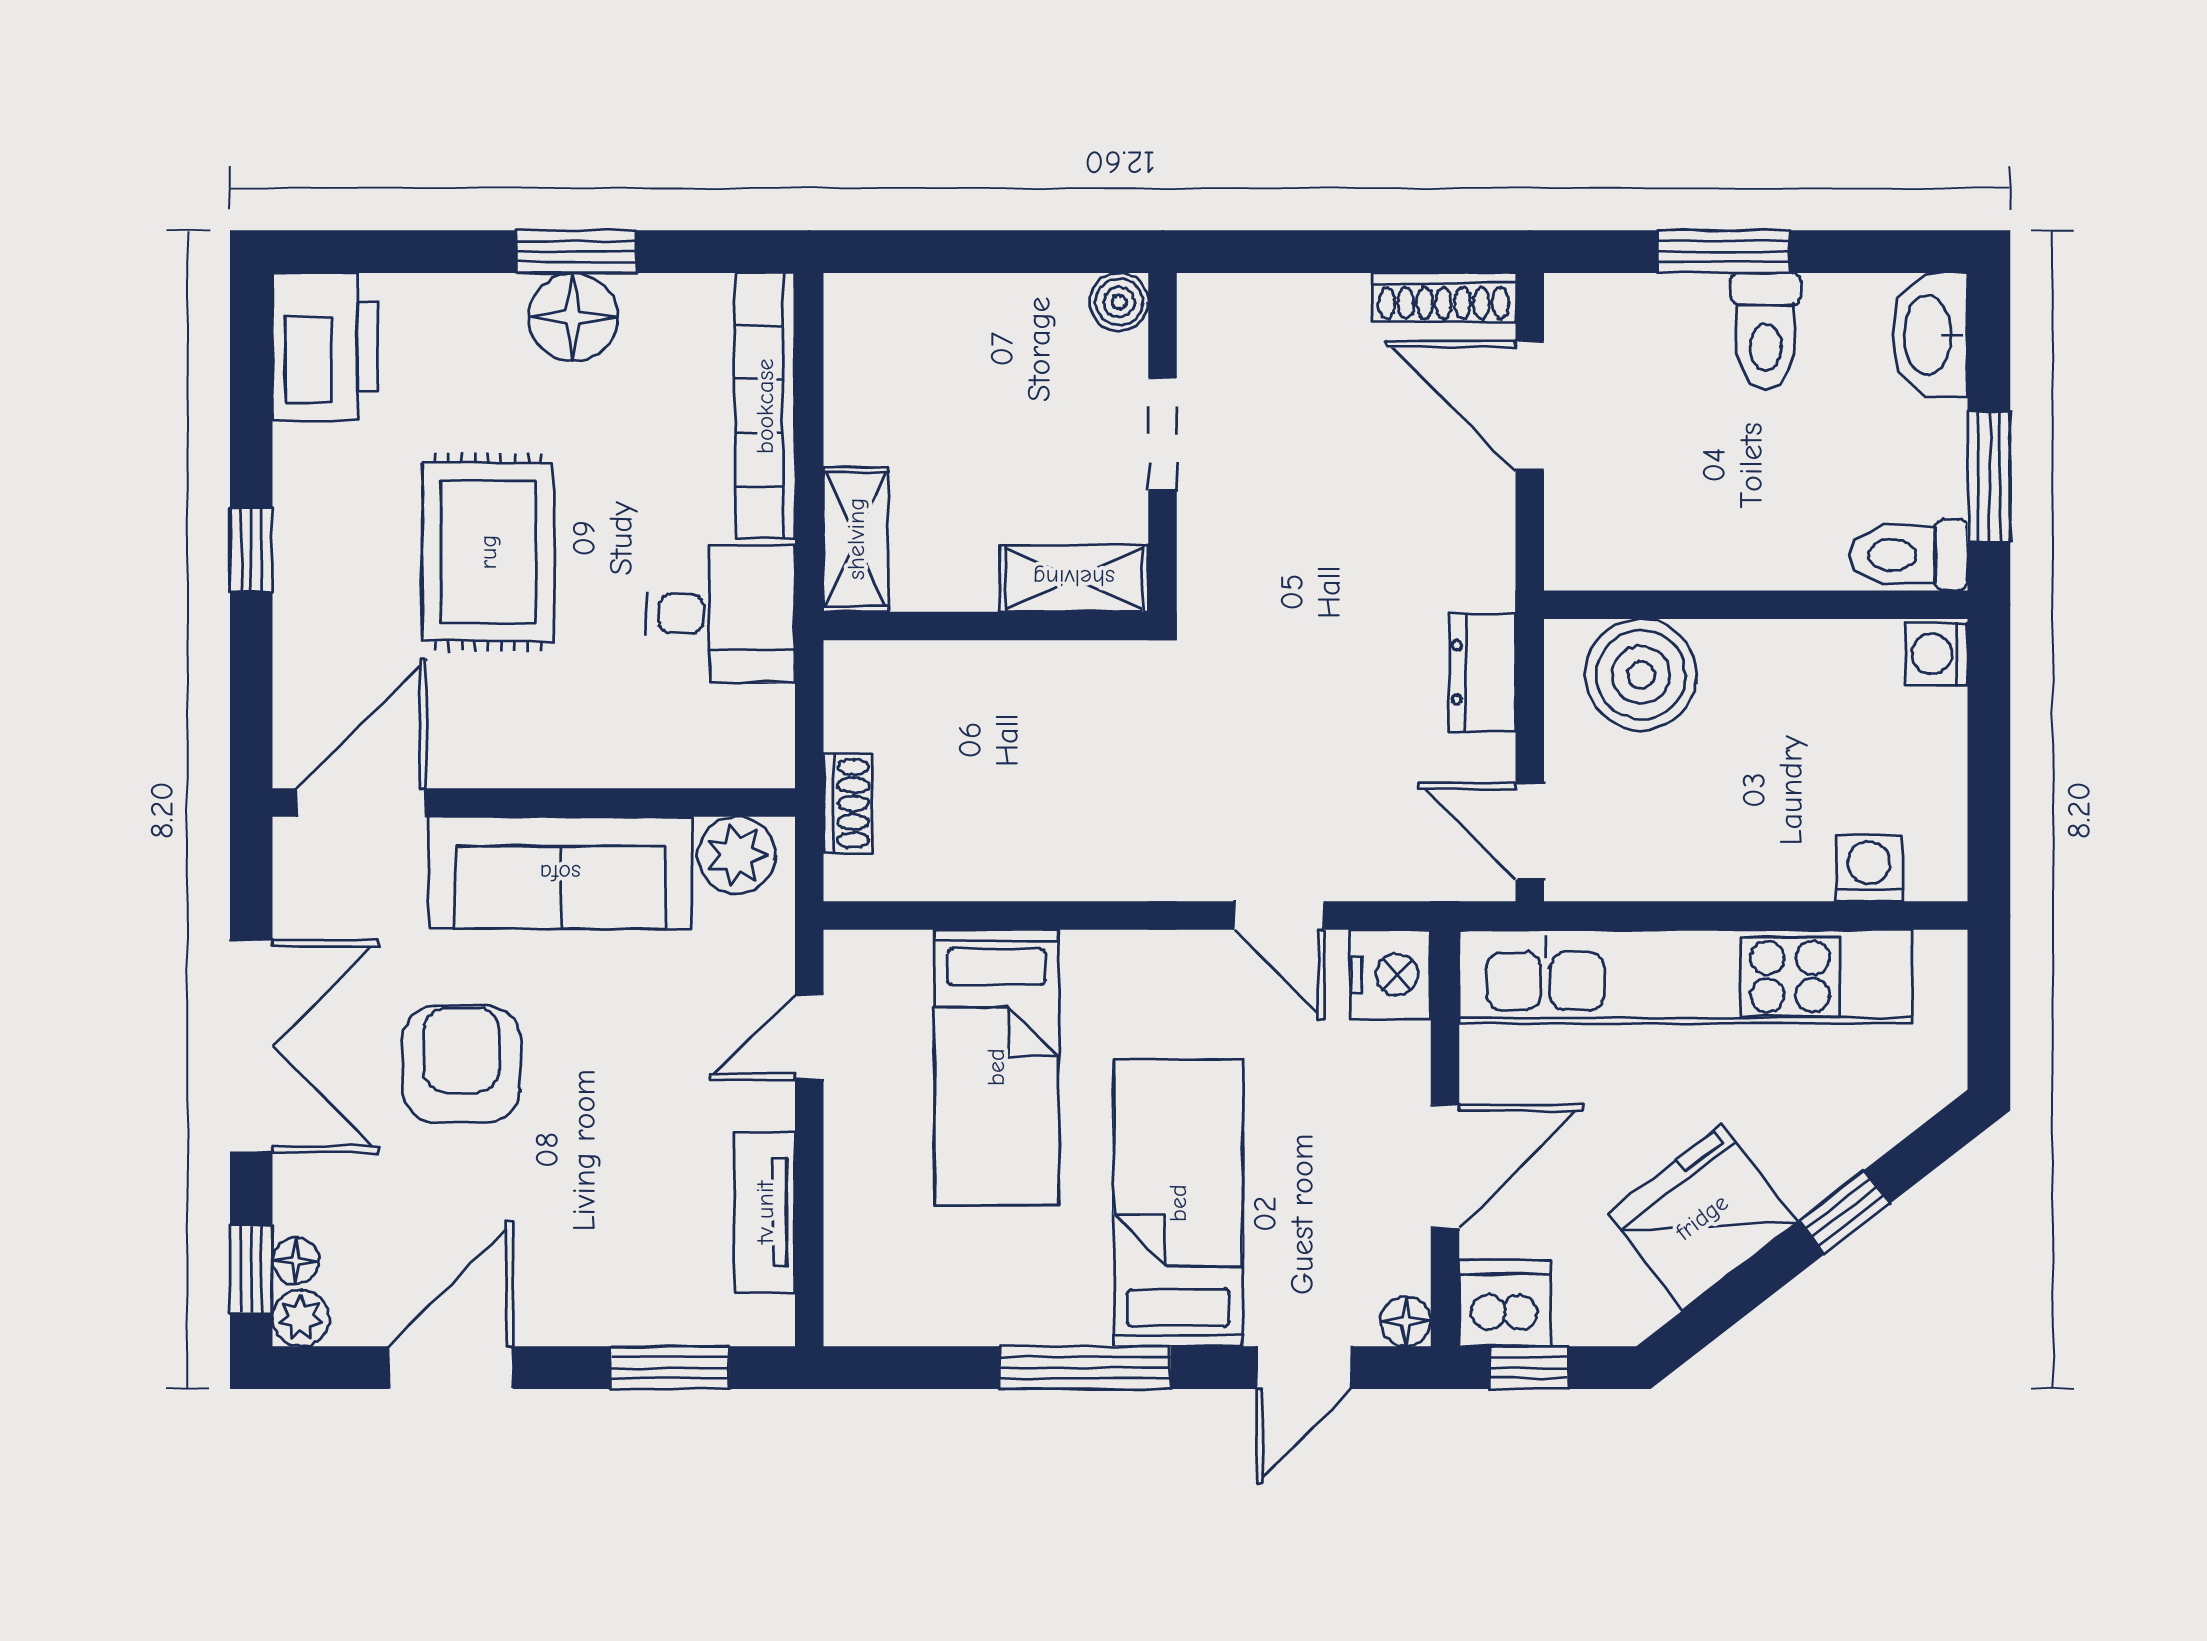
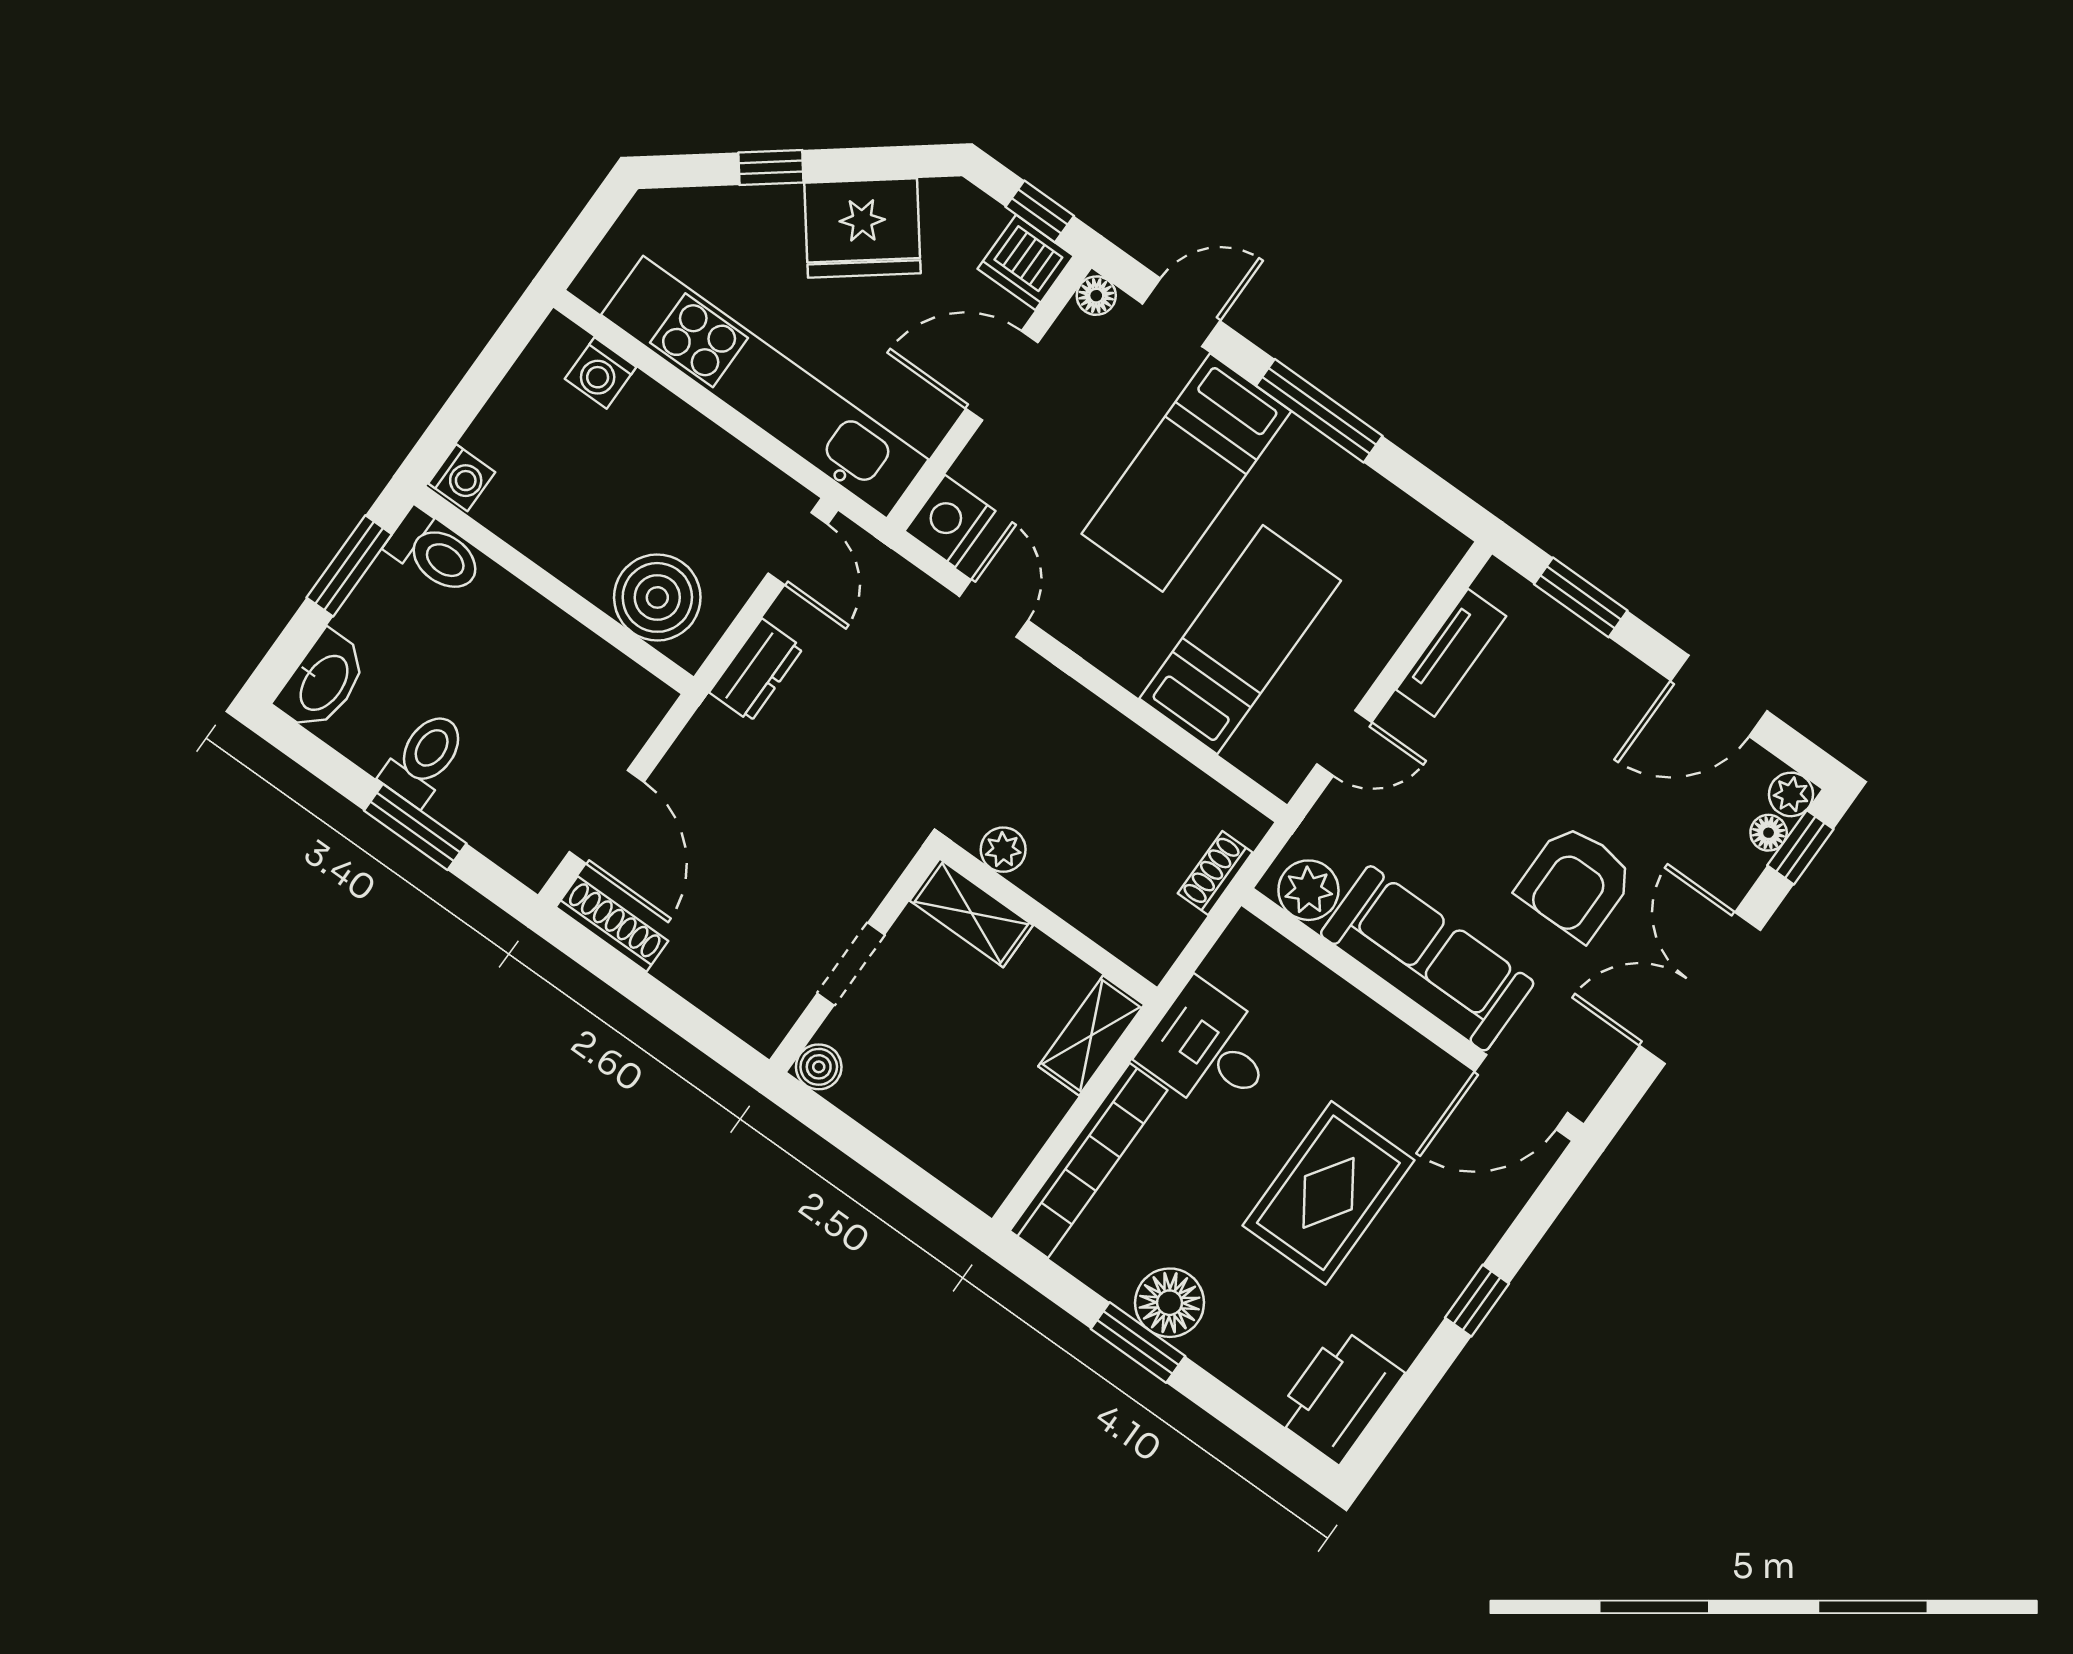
plant: (1088, 669) -> (1003, 850), added

